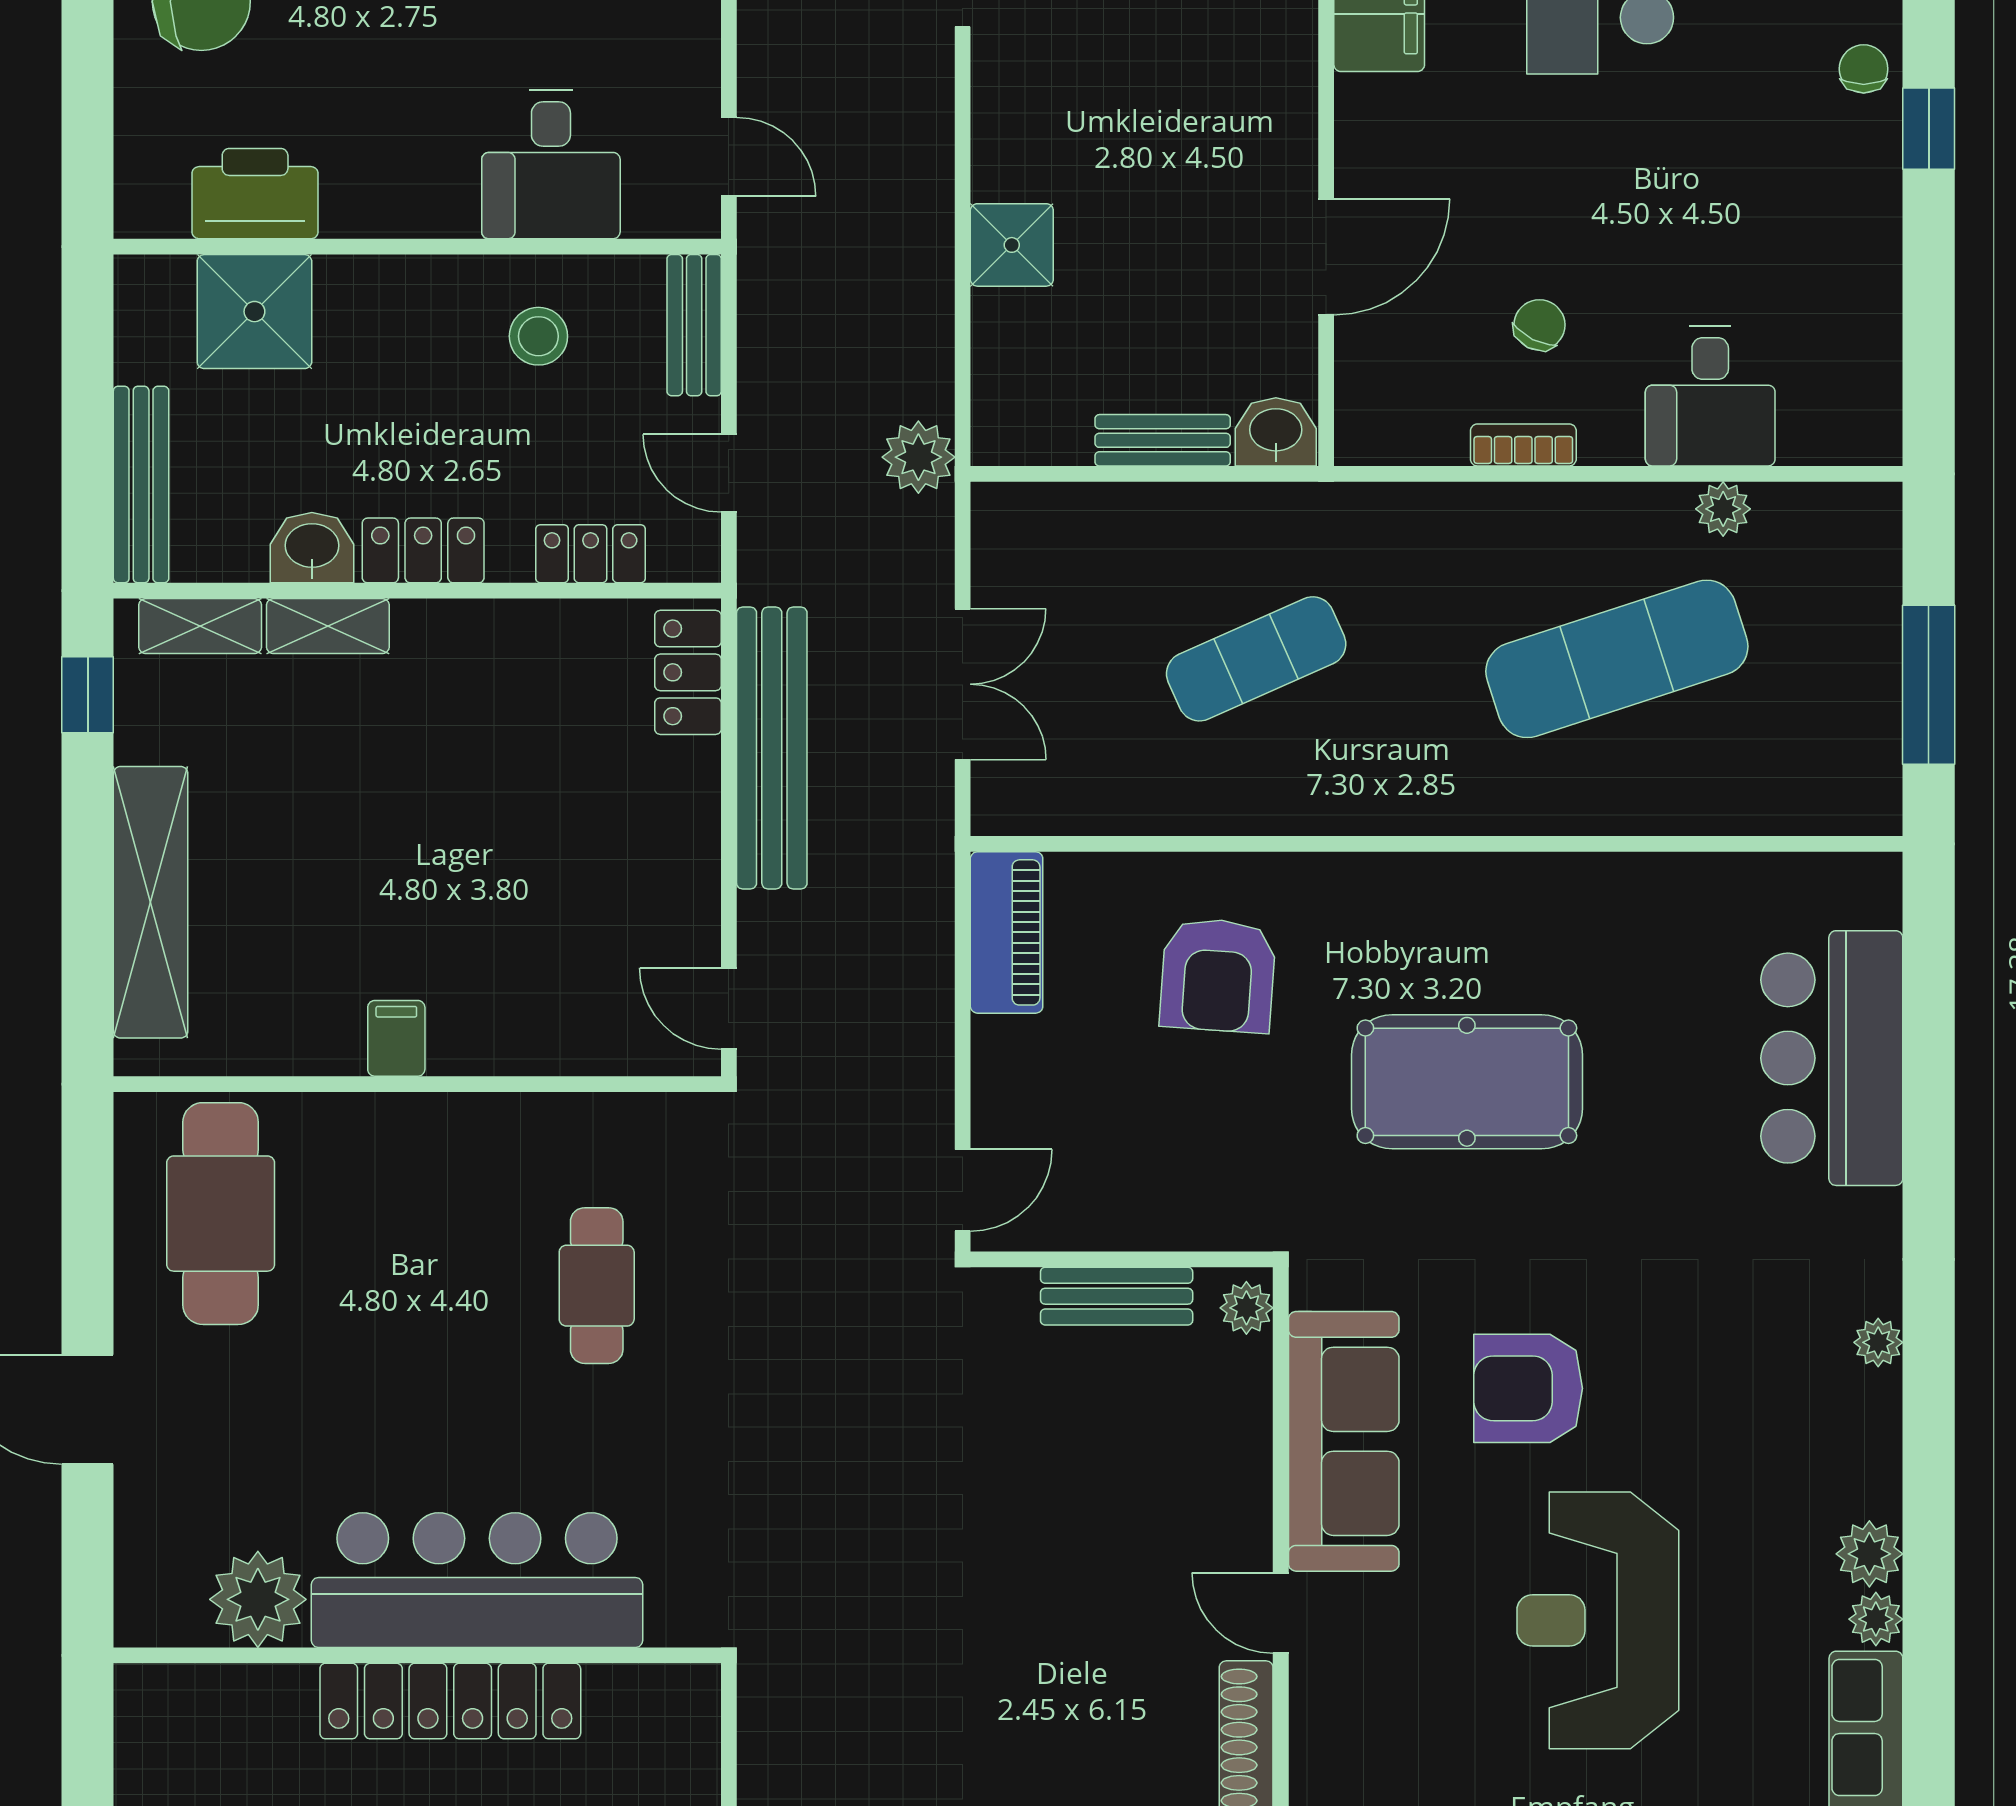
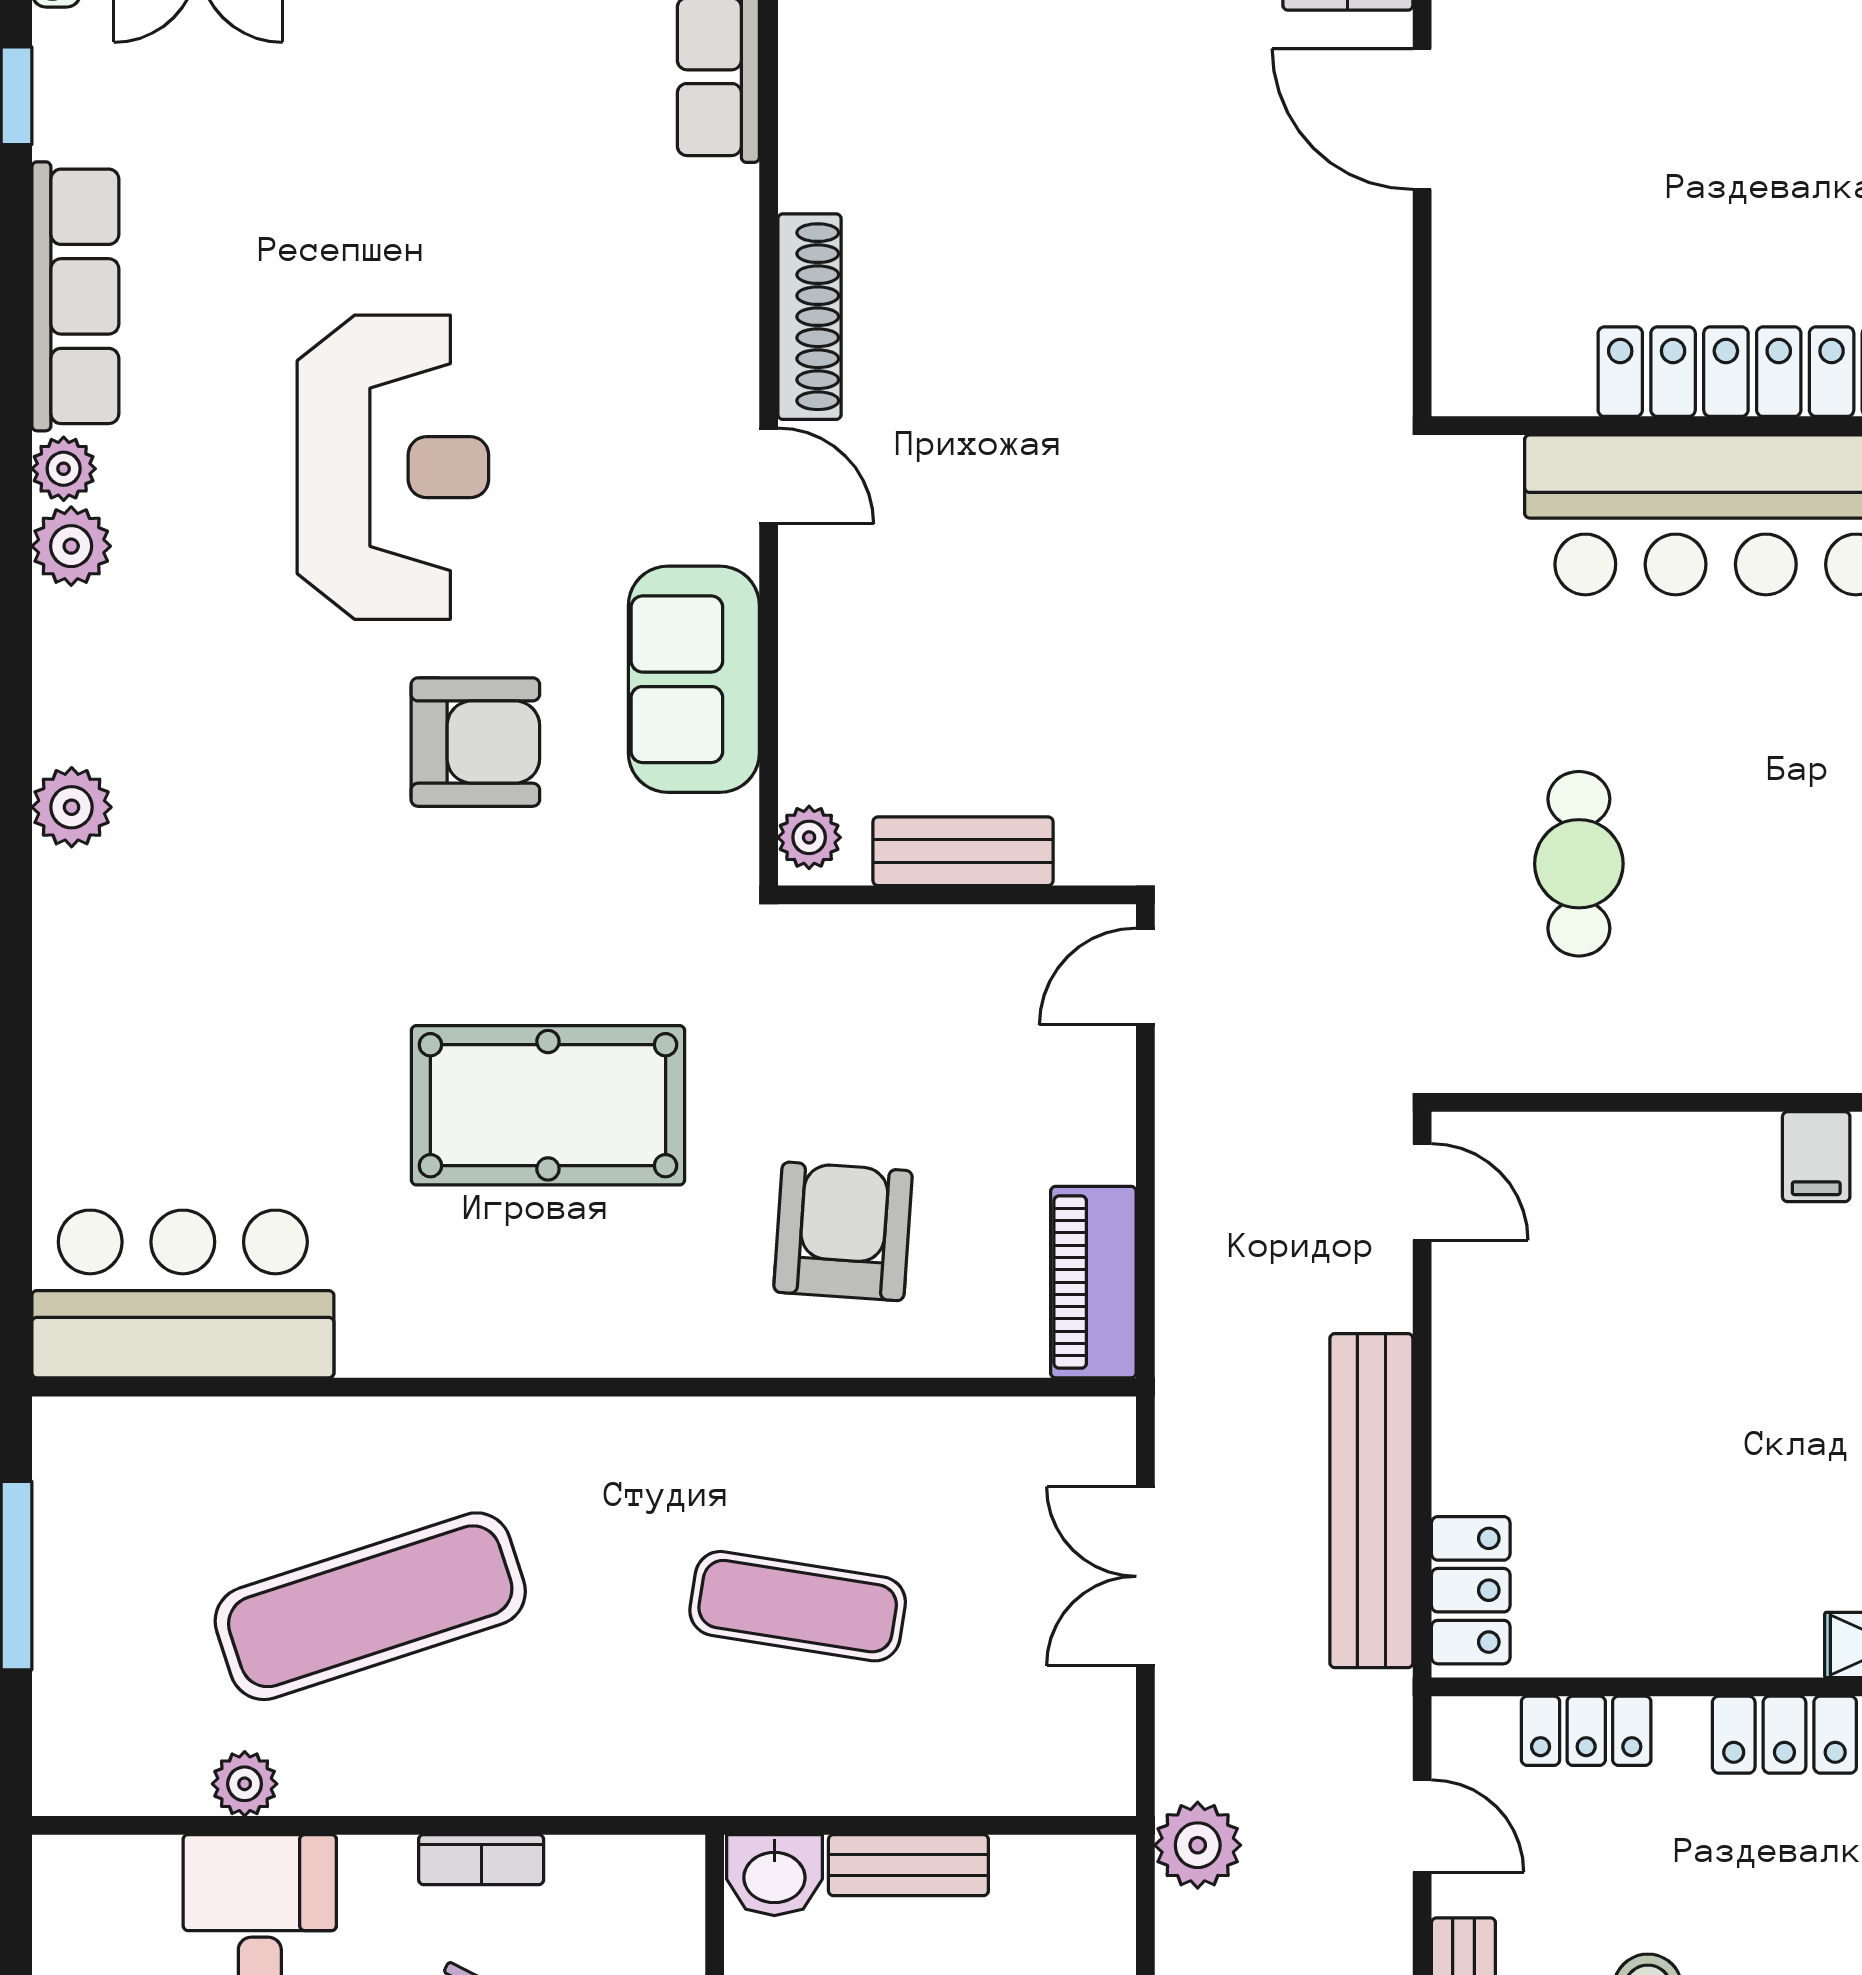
exercise mat: (1256, 659) -> (798, 1606), turned 33
bar counter: (1832, 1058) -> (183, 1294), moved, turned -90
plant: (1878, 1342) -> (72, 807), width x1.38, depth x1.38
sofa: (1344, 1441) -> (694, 679), width x0.73

